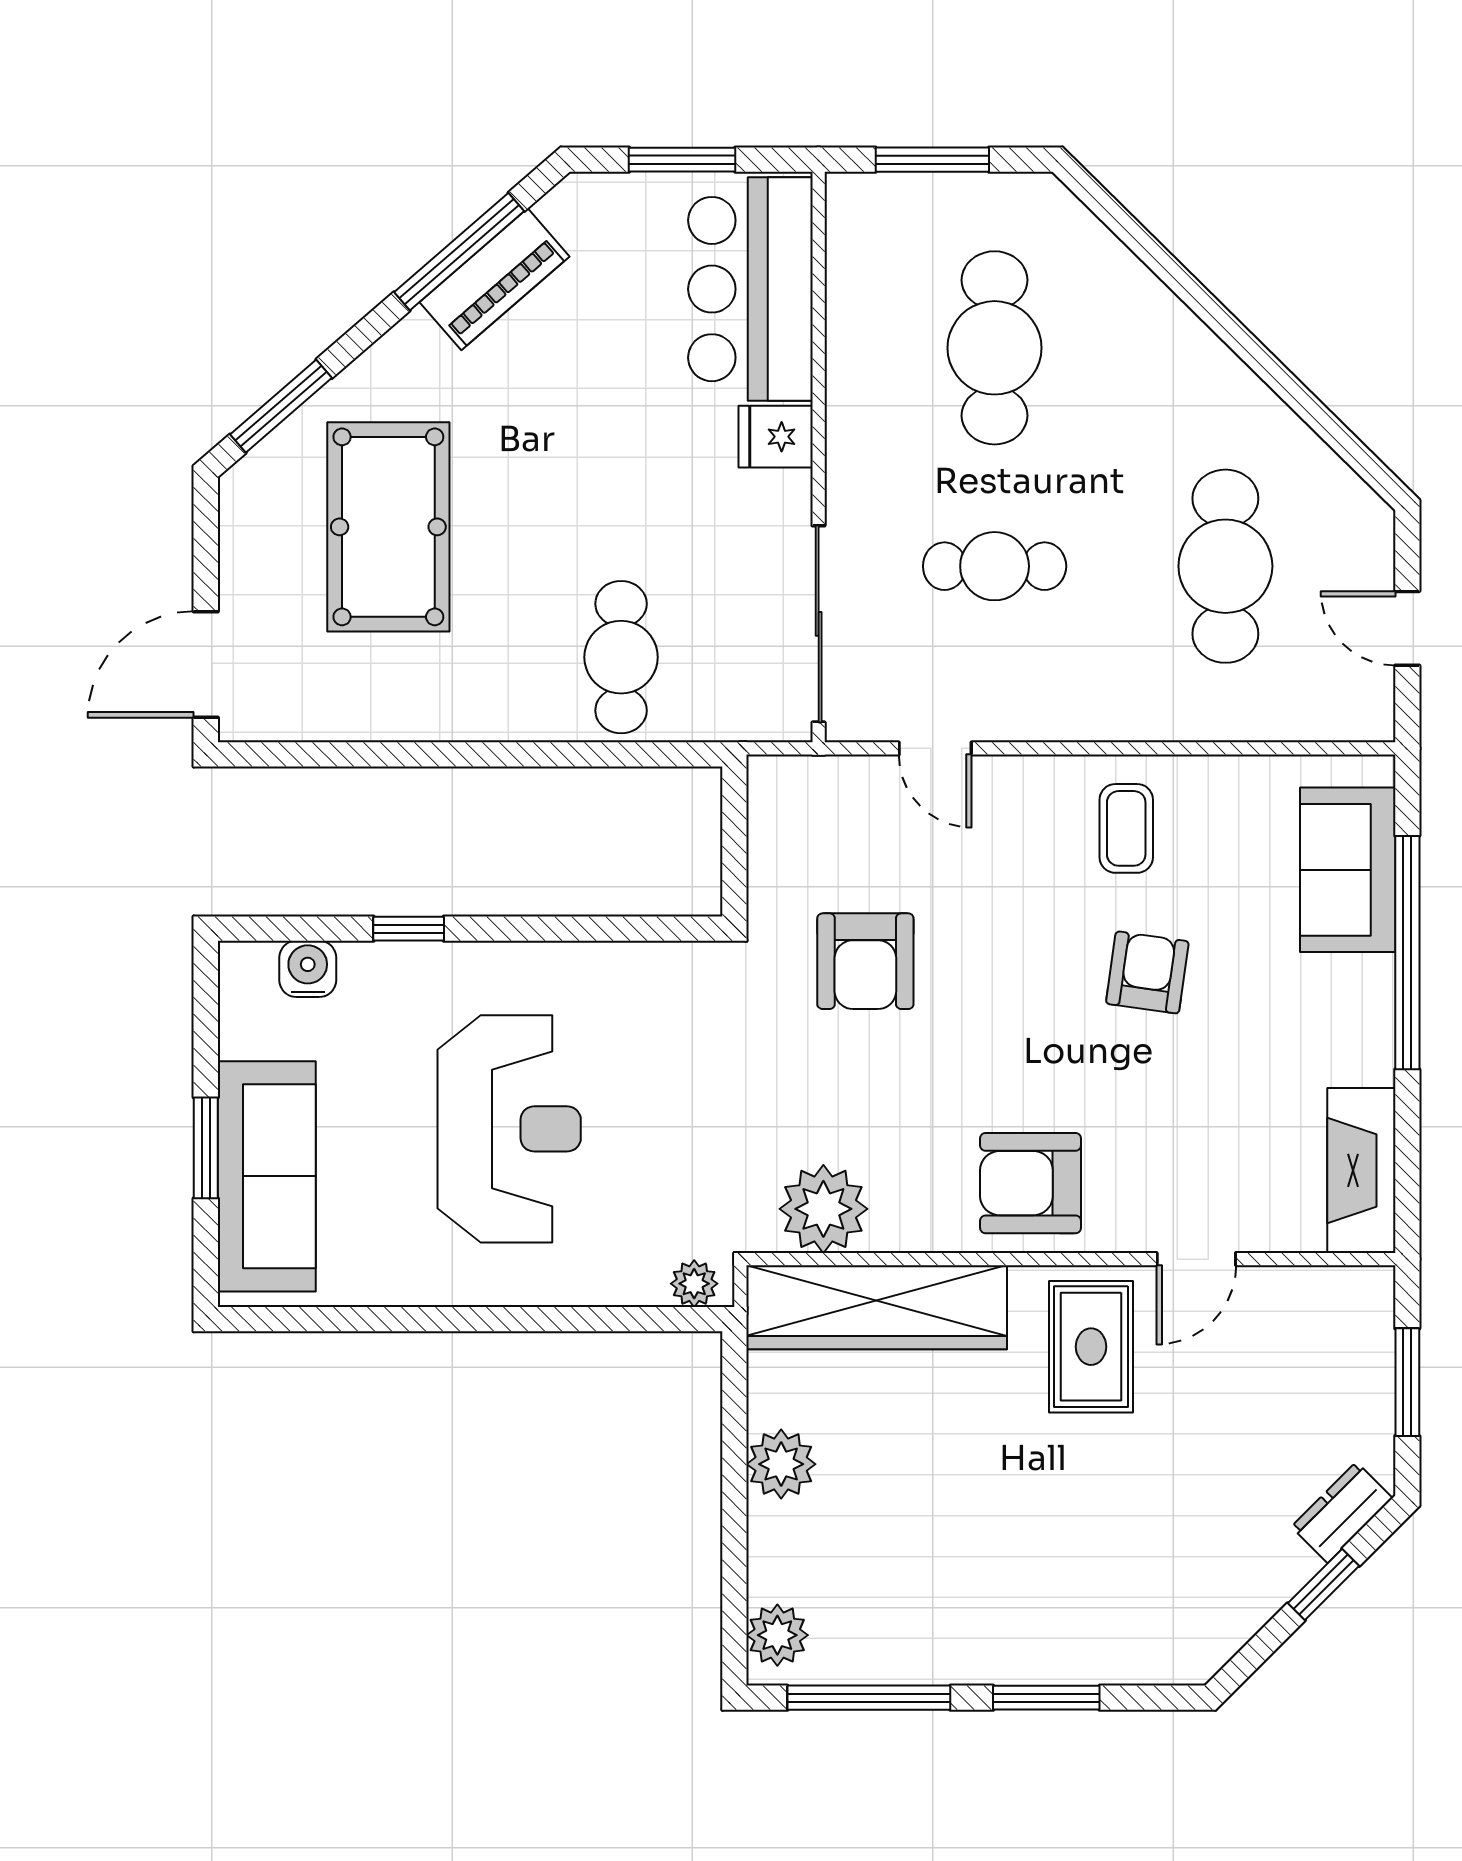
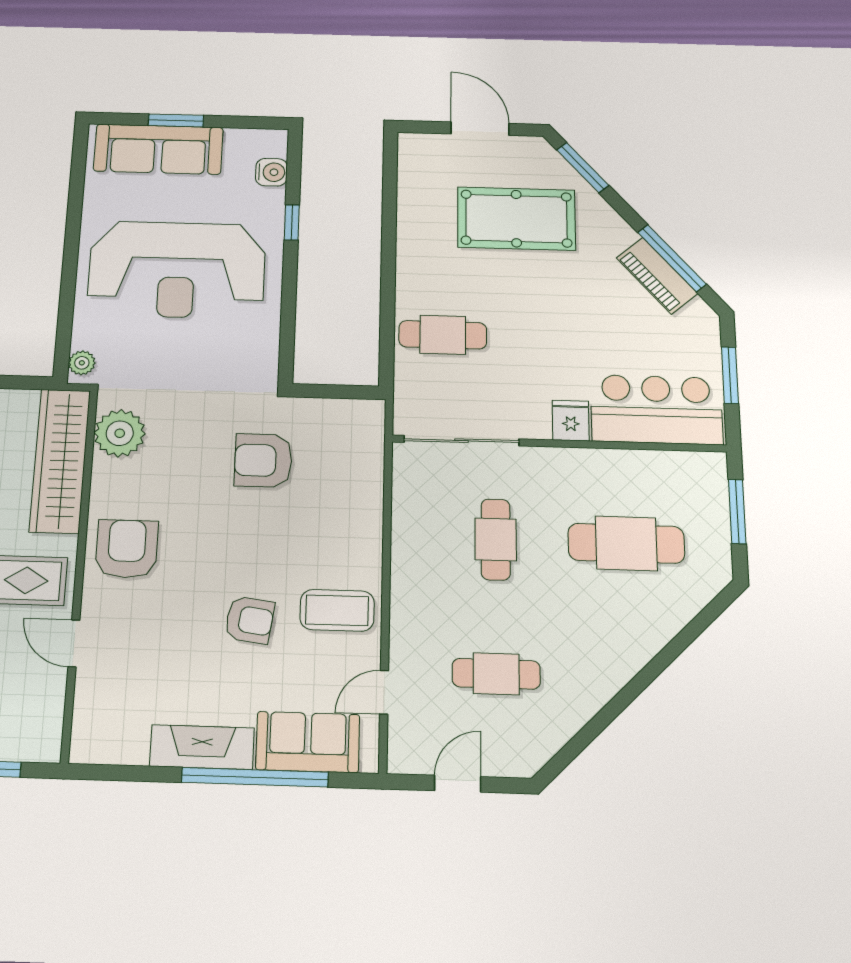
cafe table: (1225, 566) -> (496, 674), width x0.73, depth x0.74
door: (206, 665) -> (480, 129), moved
door: (935, 748) -> (384, 692), moved
coffee table: (1126, 828) -> (337, 610), width x1.36, depth x1.30
reception desk: (509, 1129) -> (177, 270), width x1.36, depth x1.30
fireplace: (1361, 1170) -> (202, 747), moved

